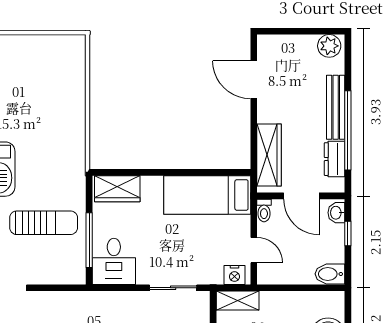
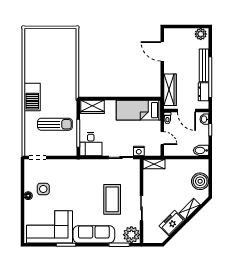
nightstand: (234, 275) -> (139, 151), moved

